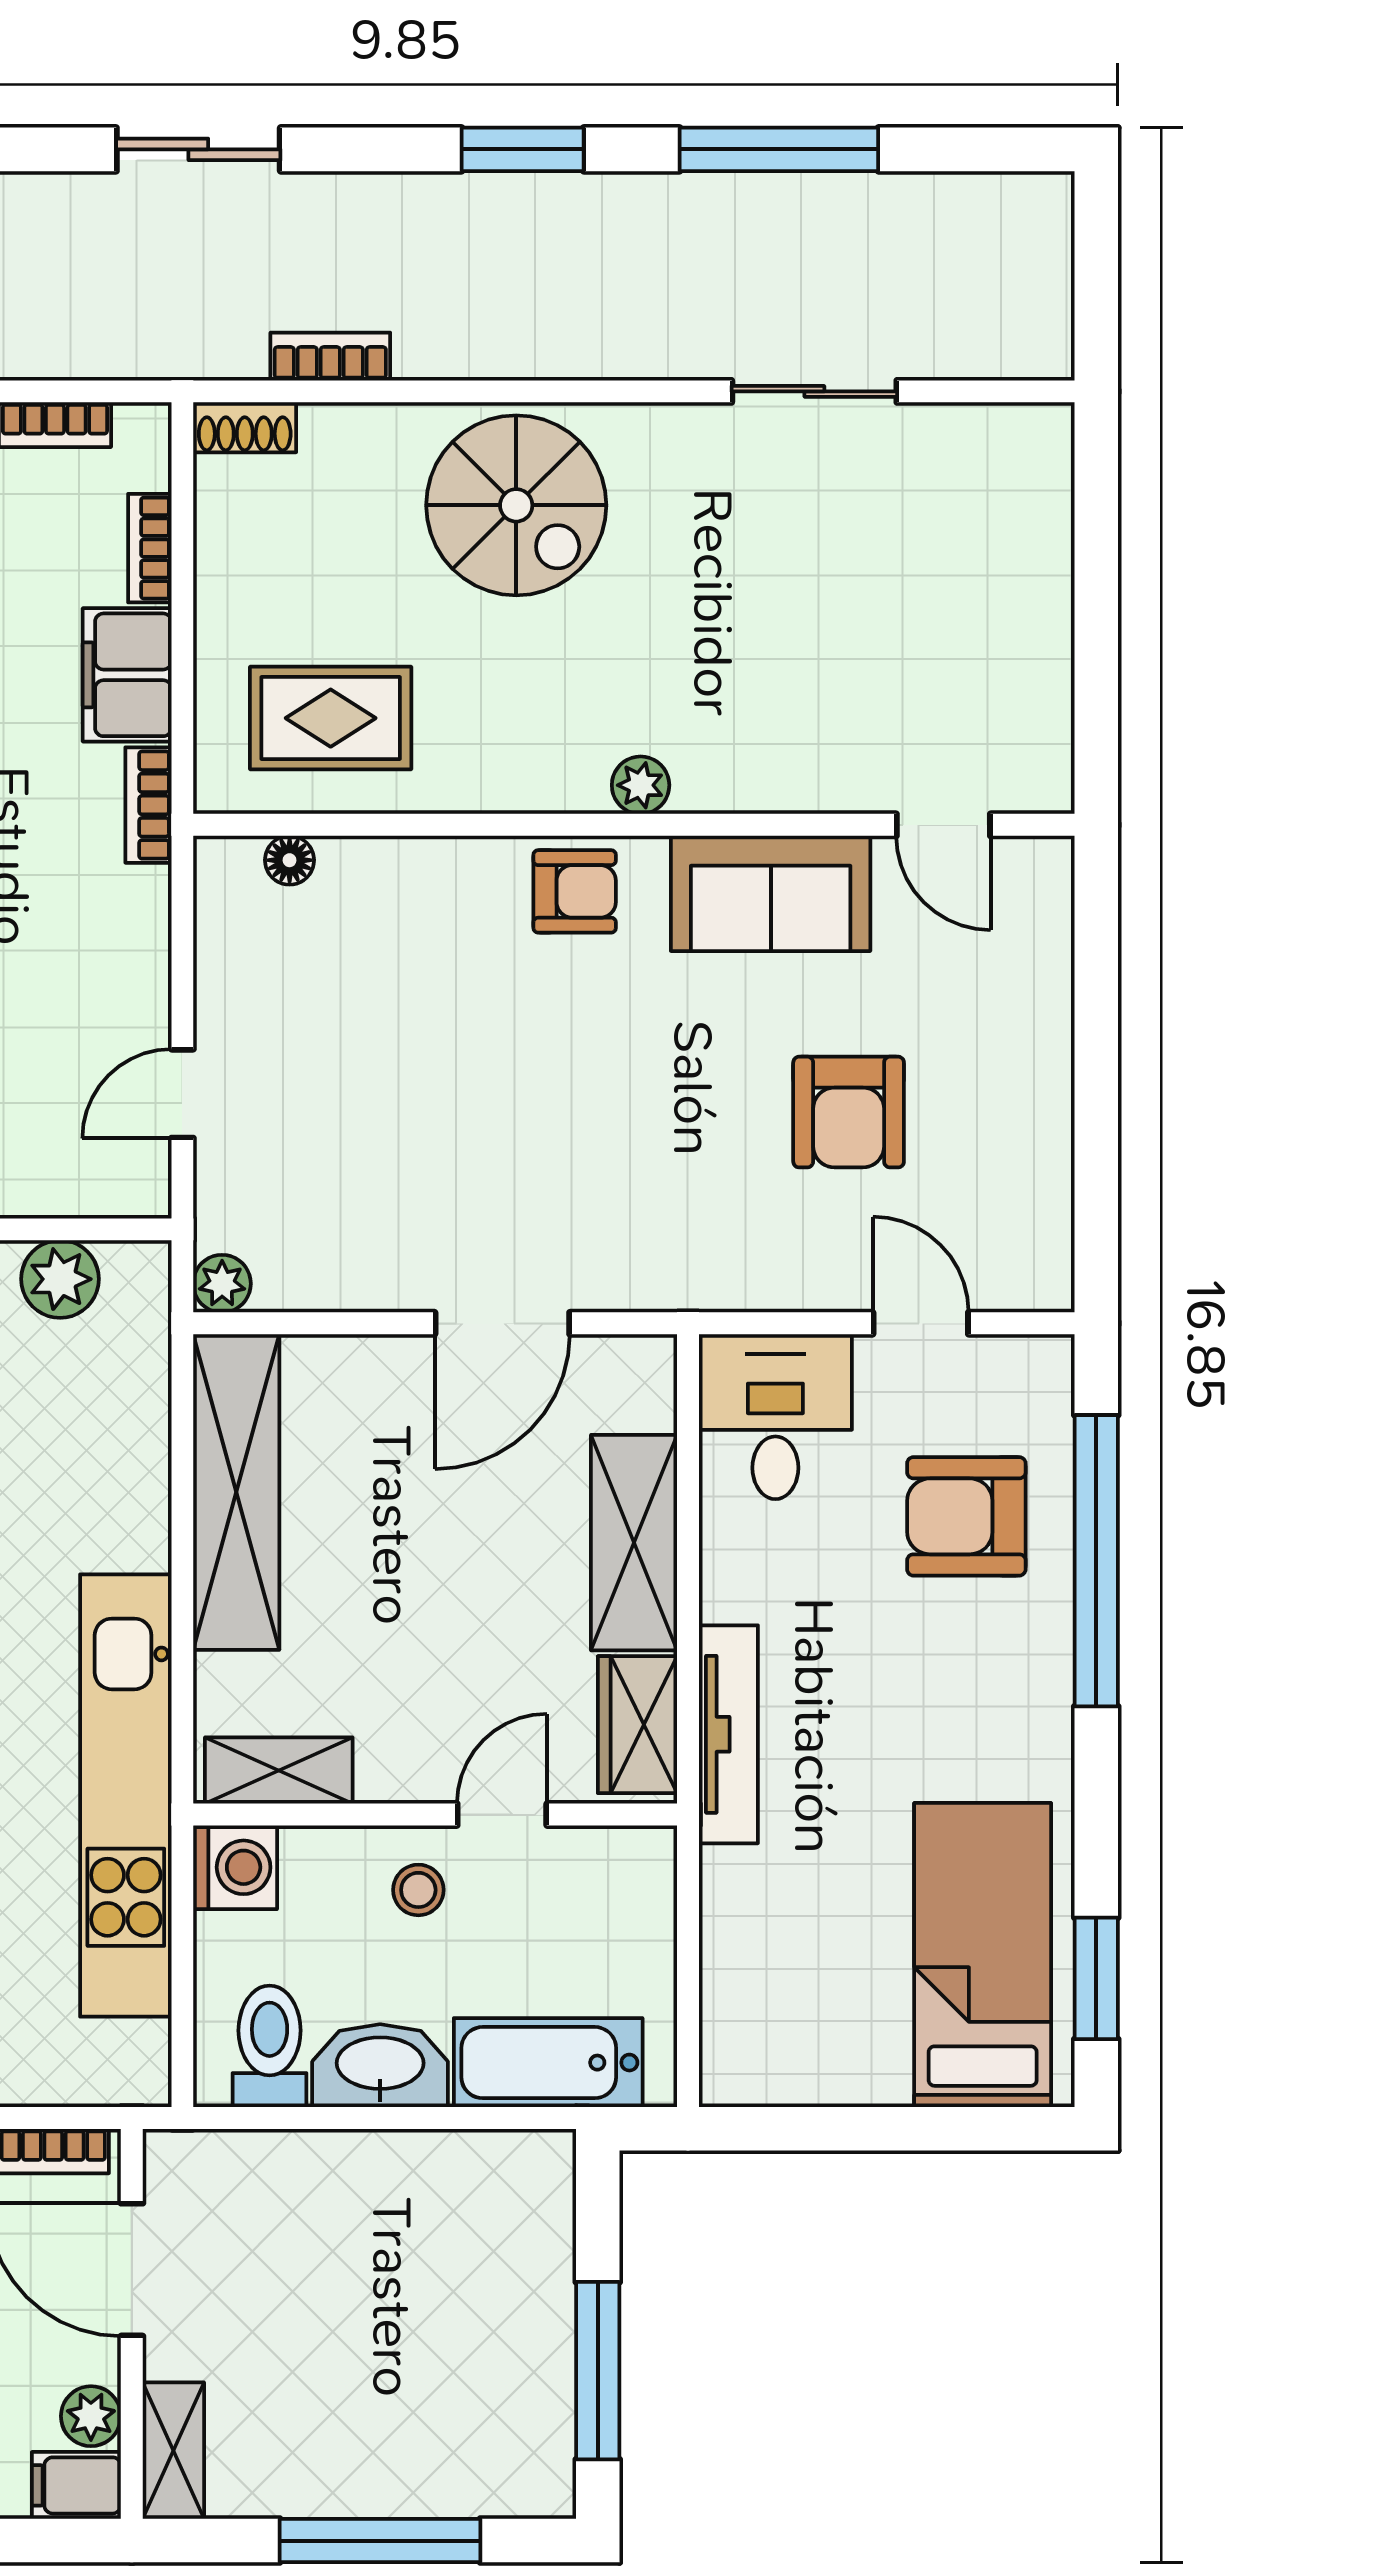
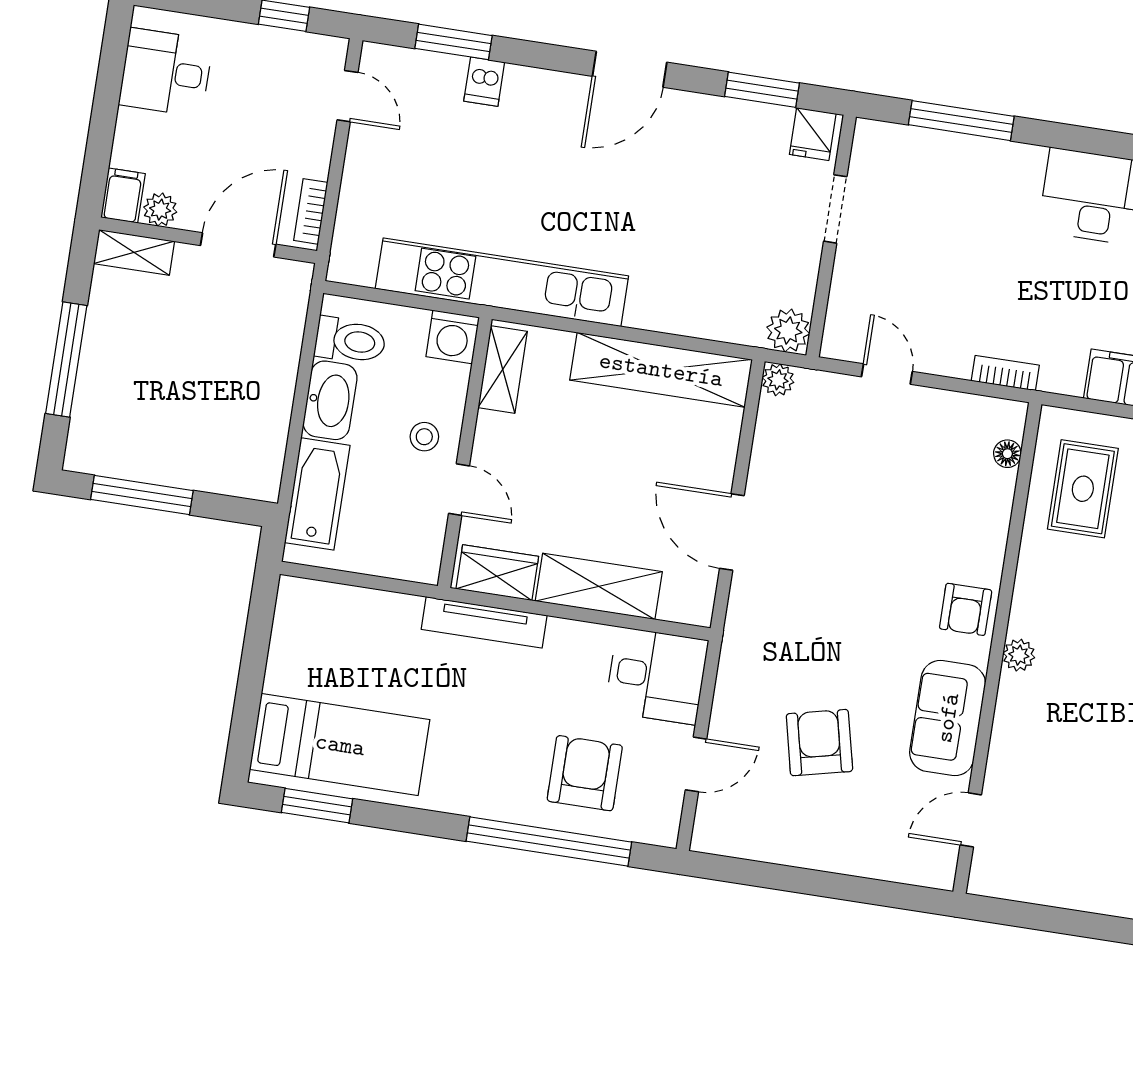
bookcase: (148, 805) -> (1005, 373), moved
armchair: (849, 1112) -> (819, 743), turned 77
plant: (60, 1279) -> (788, 331), moved

